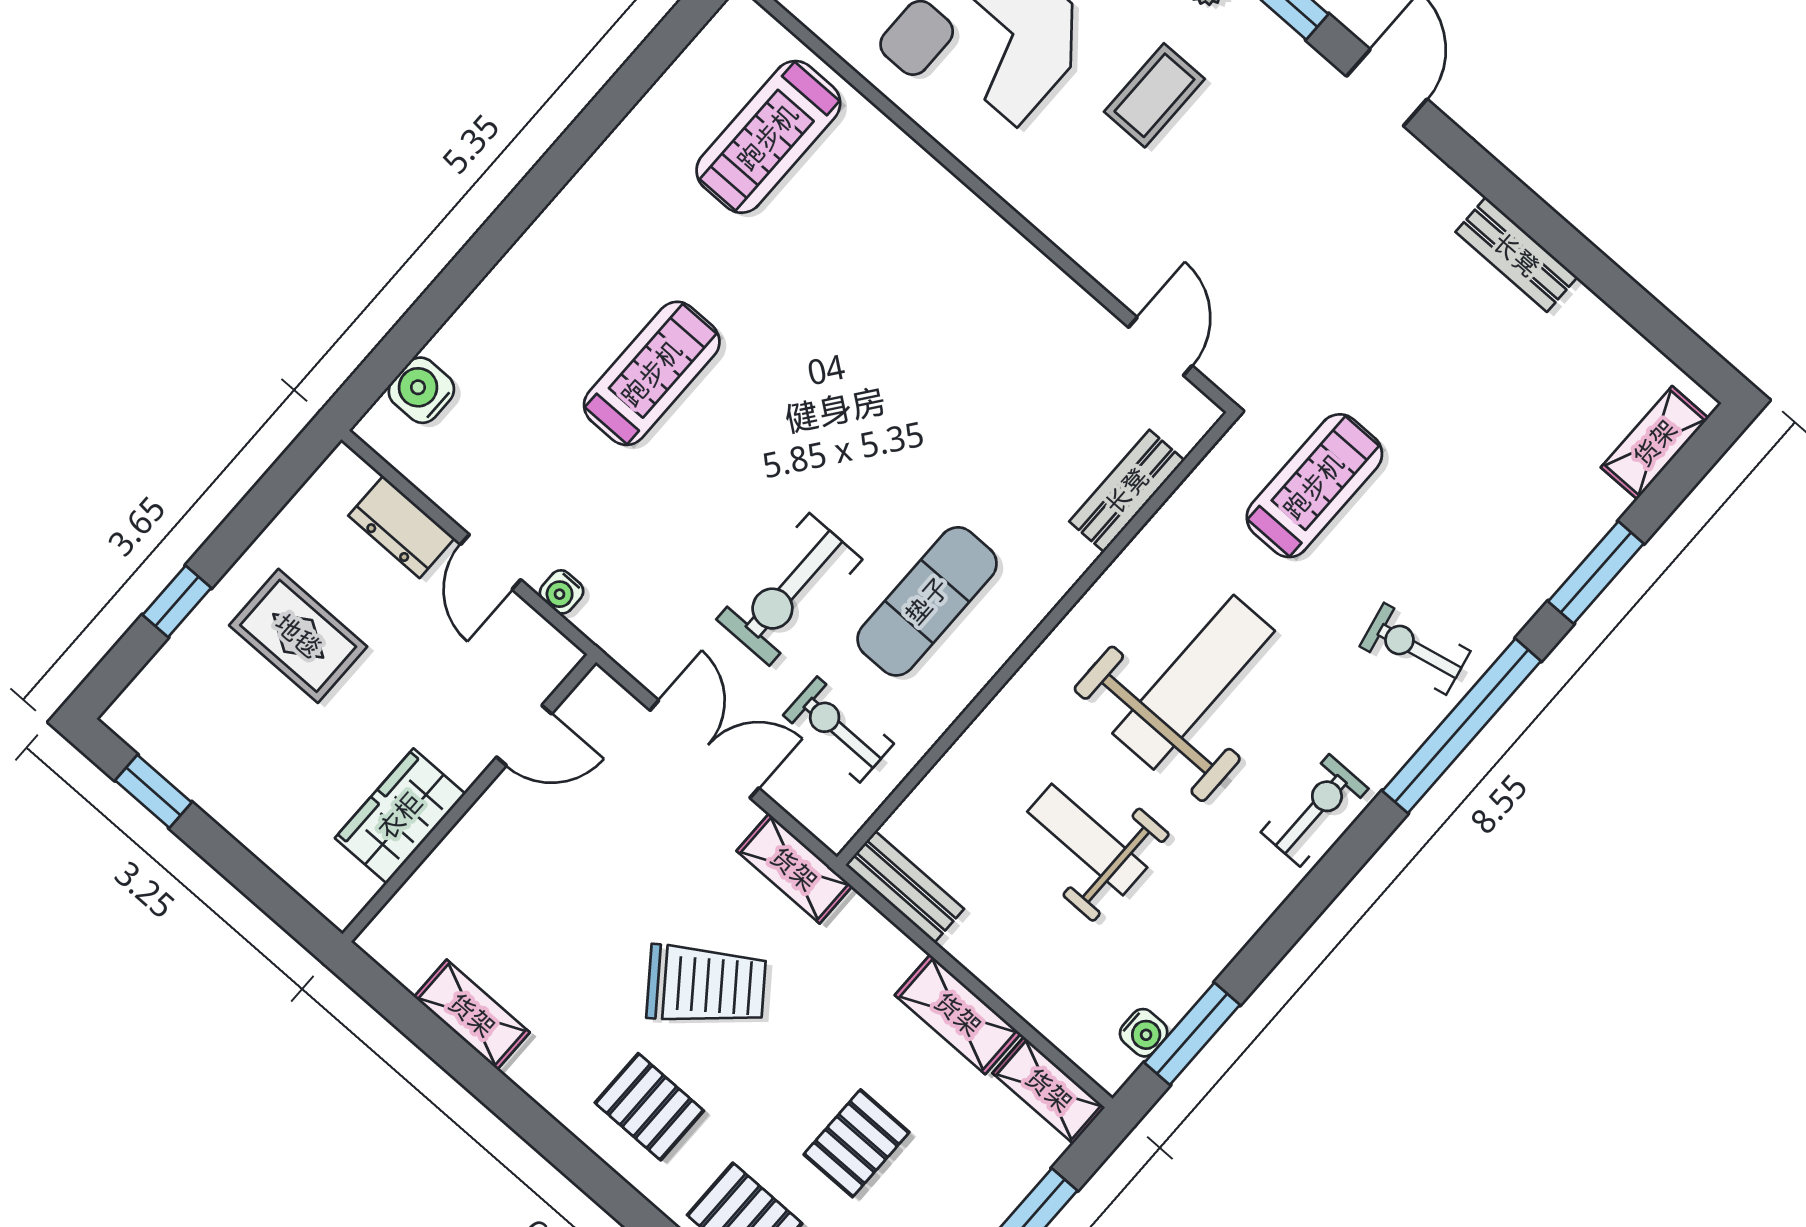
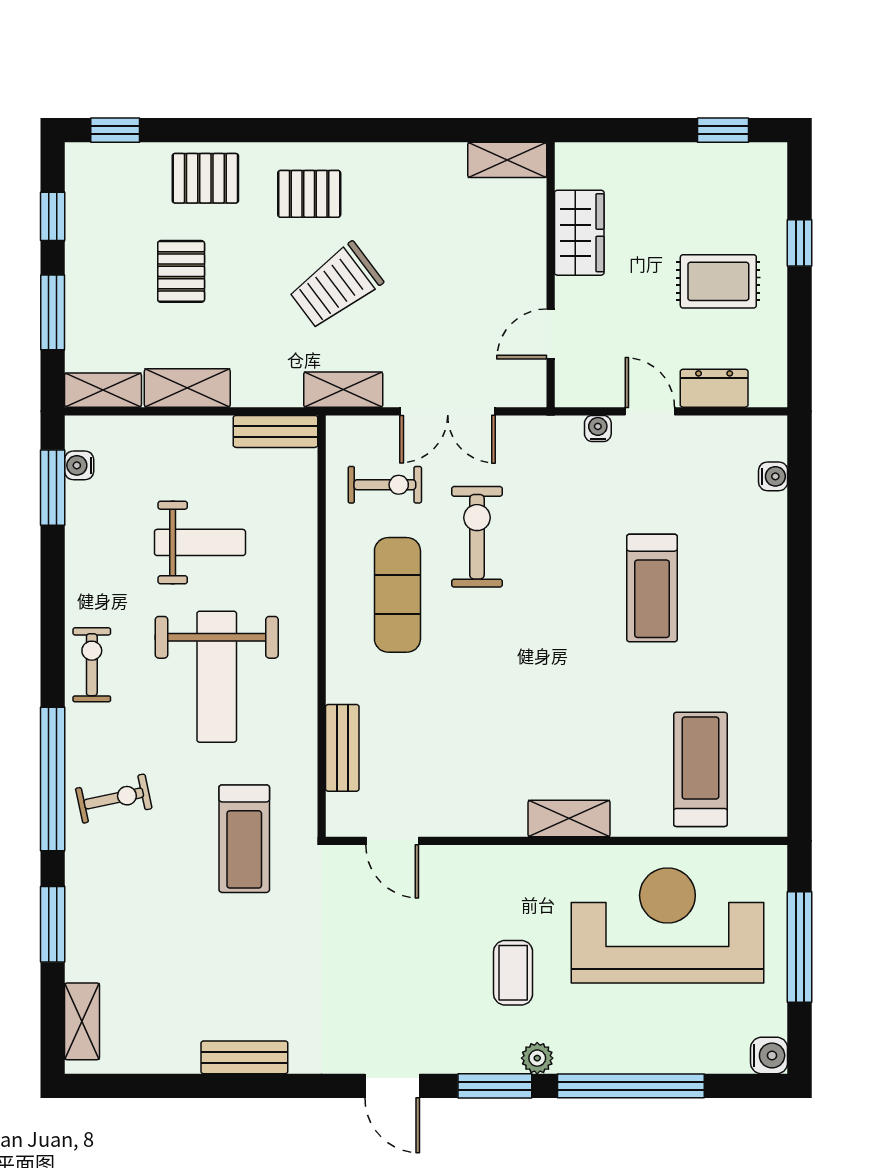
shelving: (953, 206) -> (569, 819), added
water cooler: (421, 390) -> (773, 476), width x0.72, depth x0.72
exercise bike: (1315, 810) -> (92, 665), turned 180
shelving: (472, 1015) -> (507, 160), moved

